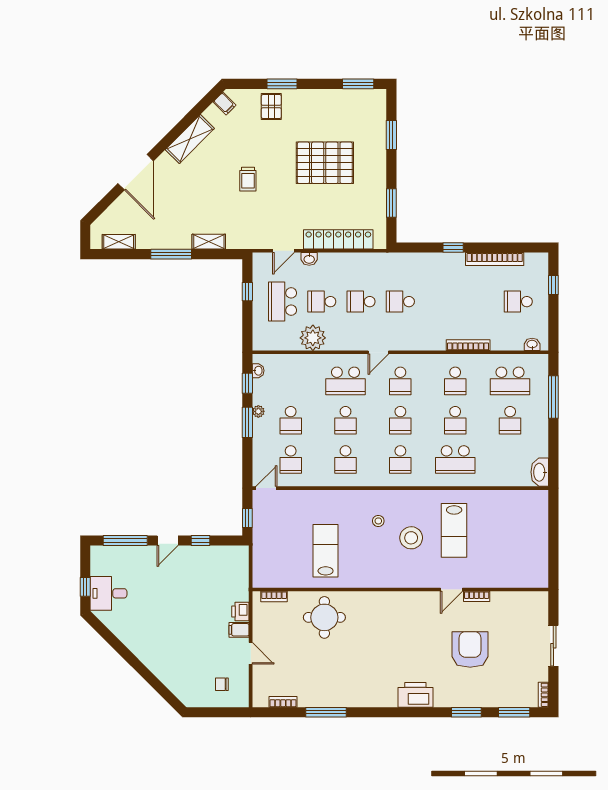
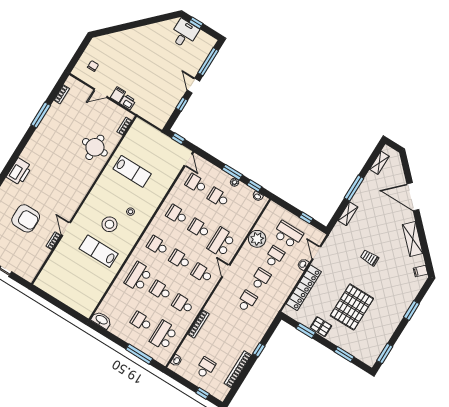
pallet: (271, 107) -> (321, 327), moved

